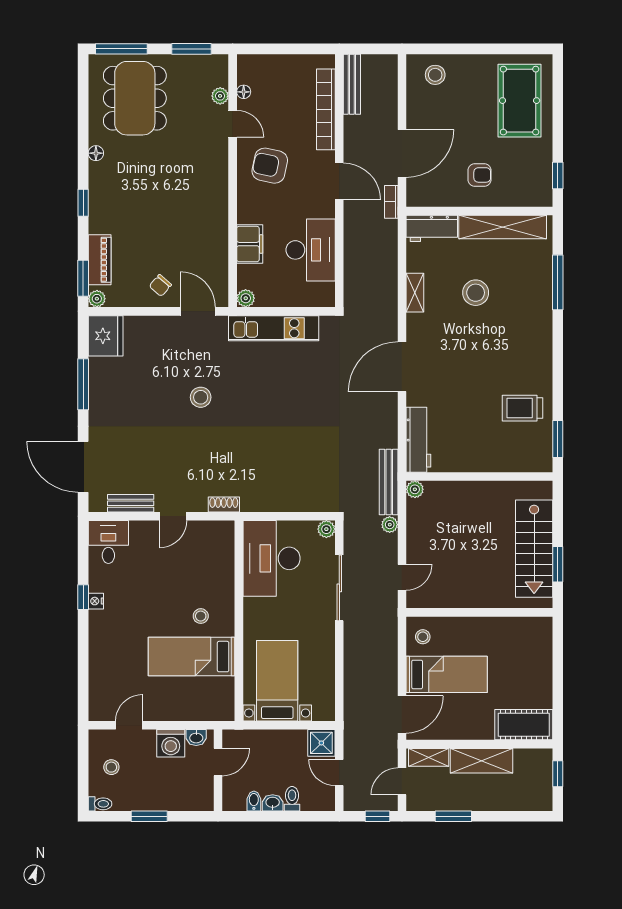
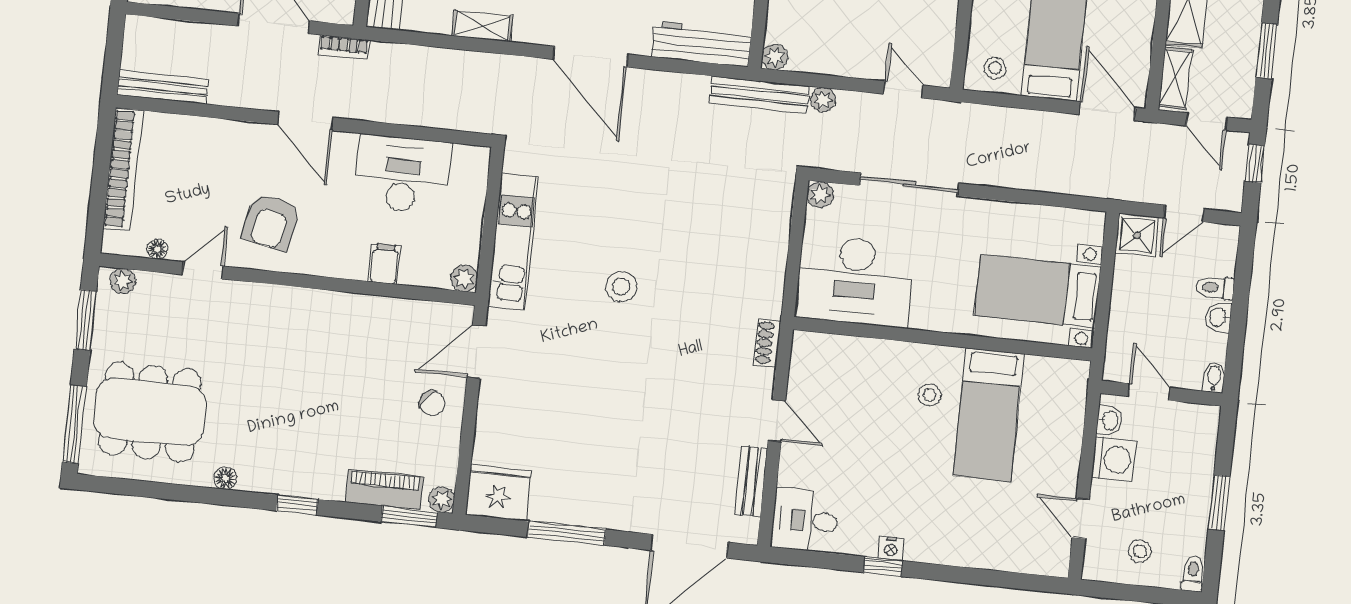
plant: (220, 96) -> (123, 281), moved
bookcase: (326, 109) -> (123, 169), moved, turned -90
door: (339, 181) -> (305, 121), swing flipped
filing cabinet: (250, 244) -> (384, 264), width x0.50
stool: (201, 397) -> (621, 287), moved
bidet: (254, 801) -> (1214, 377), moved, turned 90

